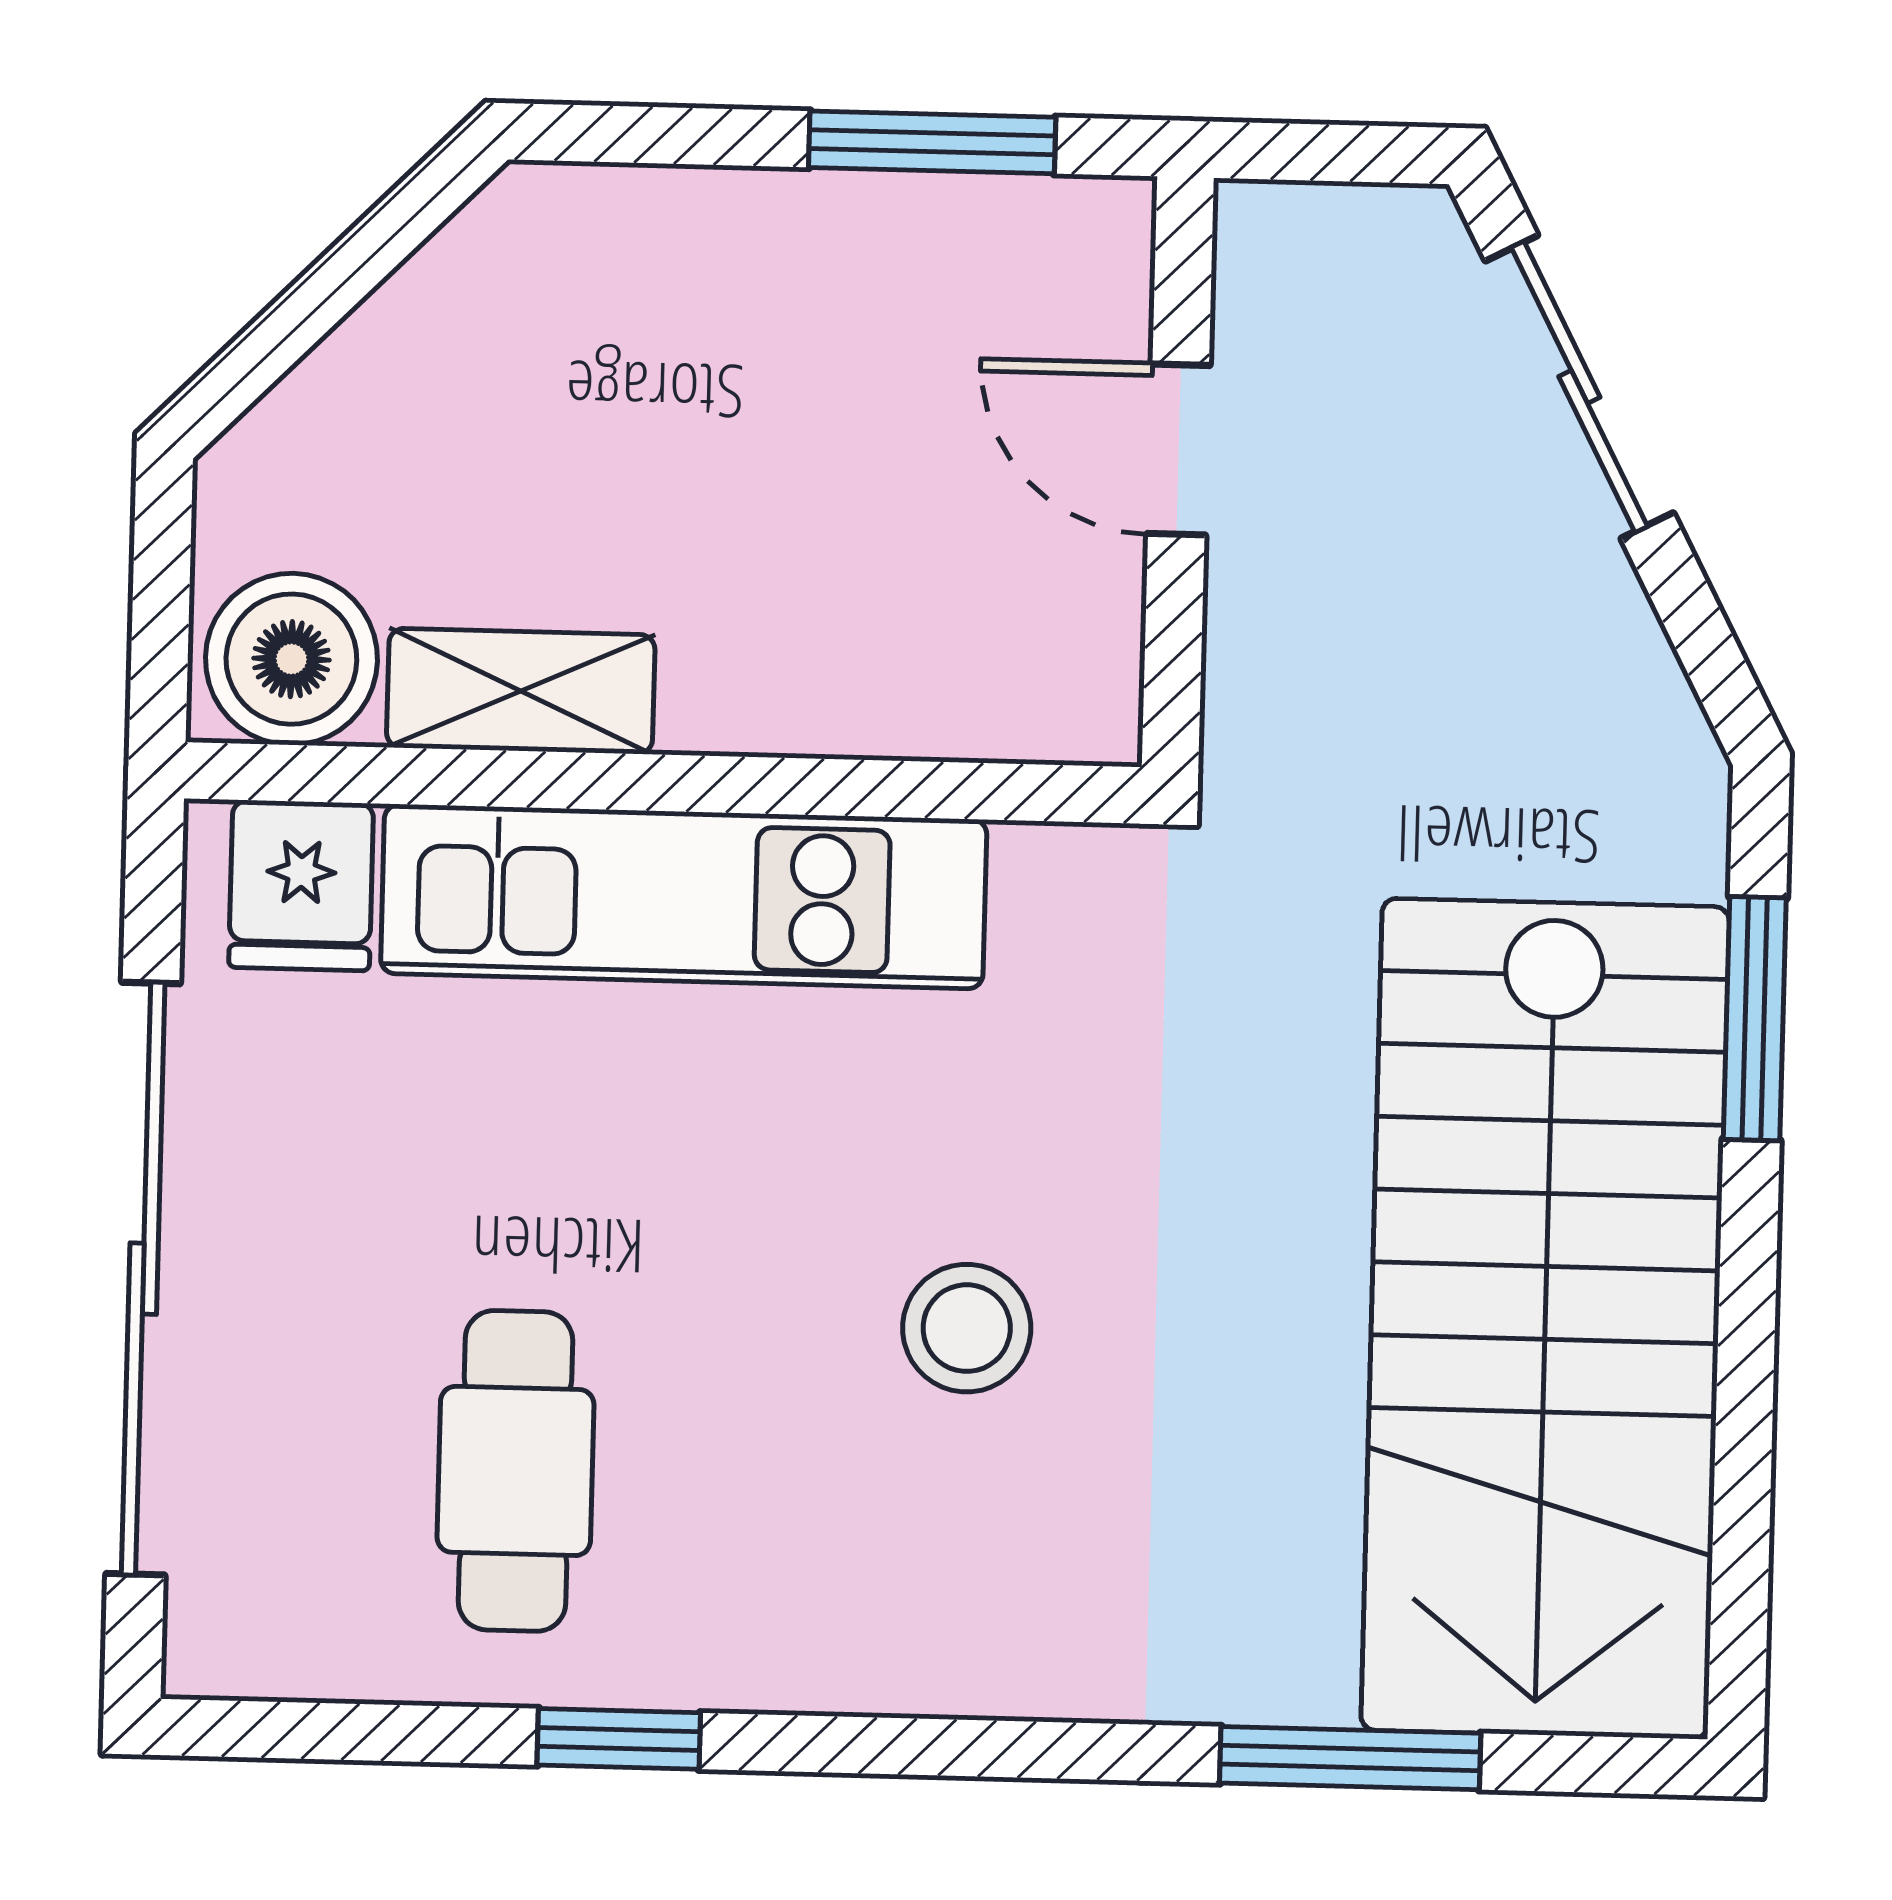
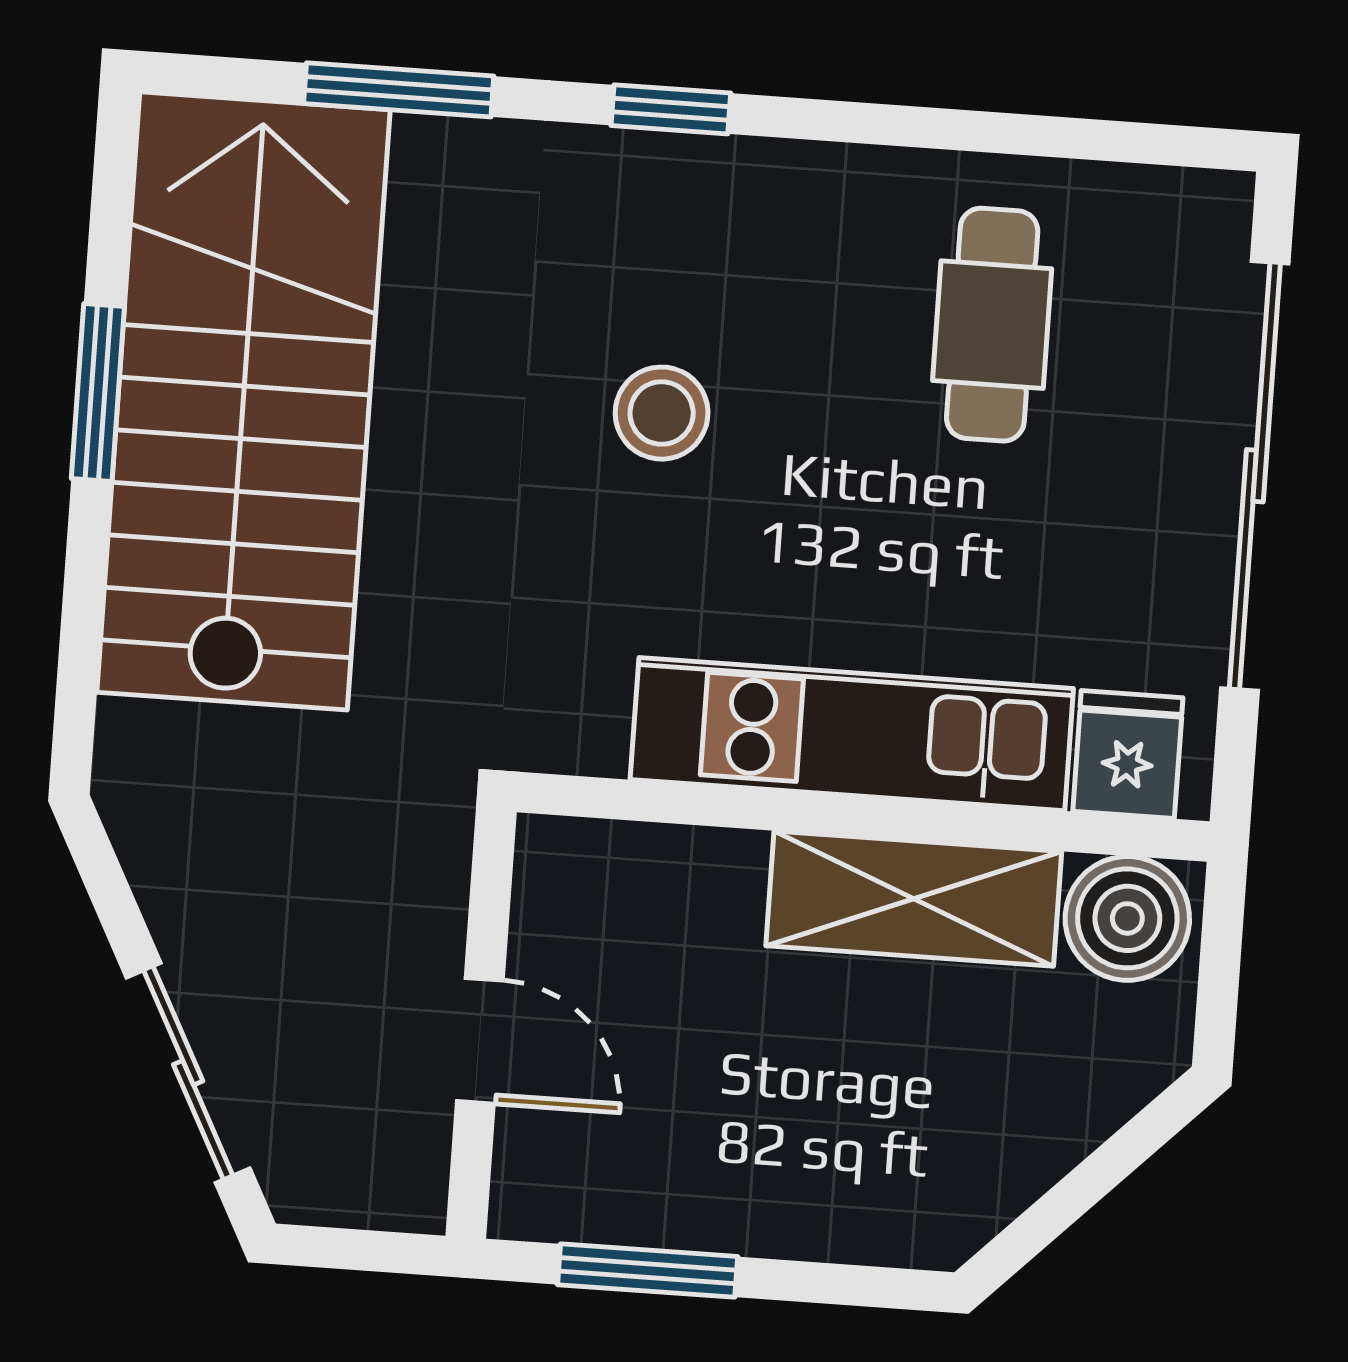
shelving: (521, 691) -> (914, 899), width x1.50, depth x1.33
window: (1755, 1019) -> (98, 392), moved
window: (619, 1739) -> (671, 109), moved

